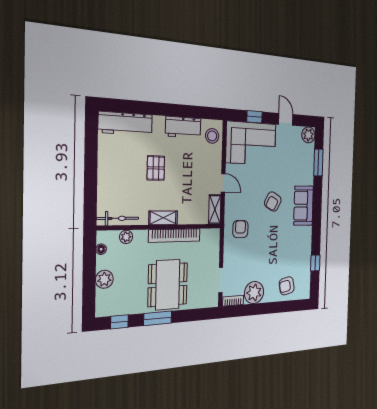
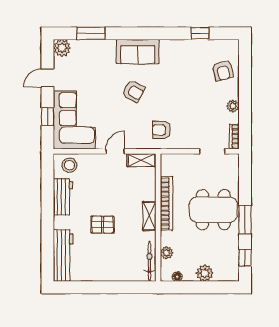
plant: (254, 293) -> (233, 106), width x0.53, depth x0.53

